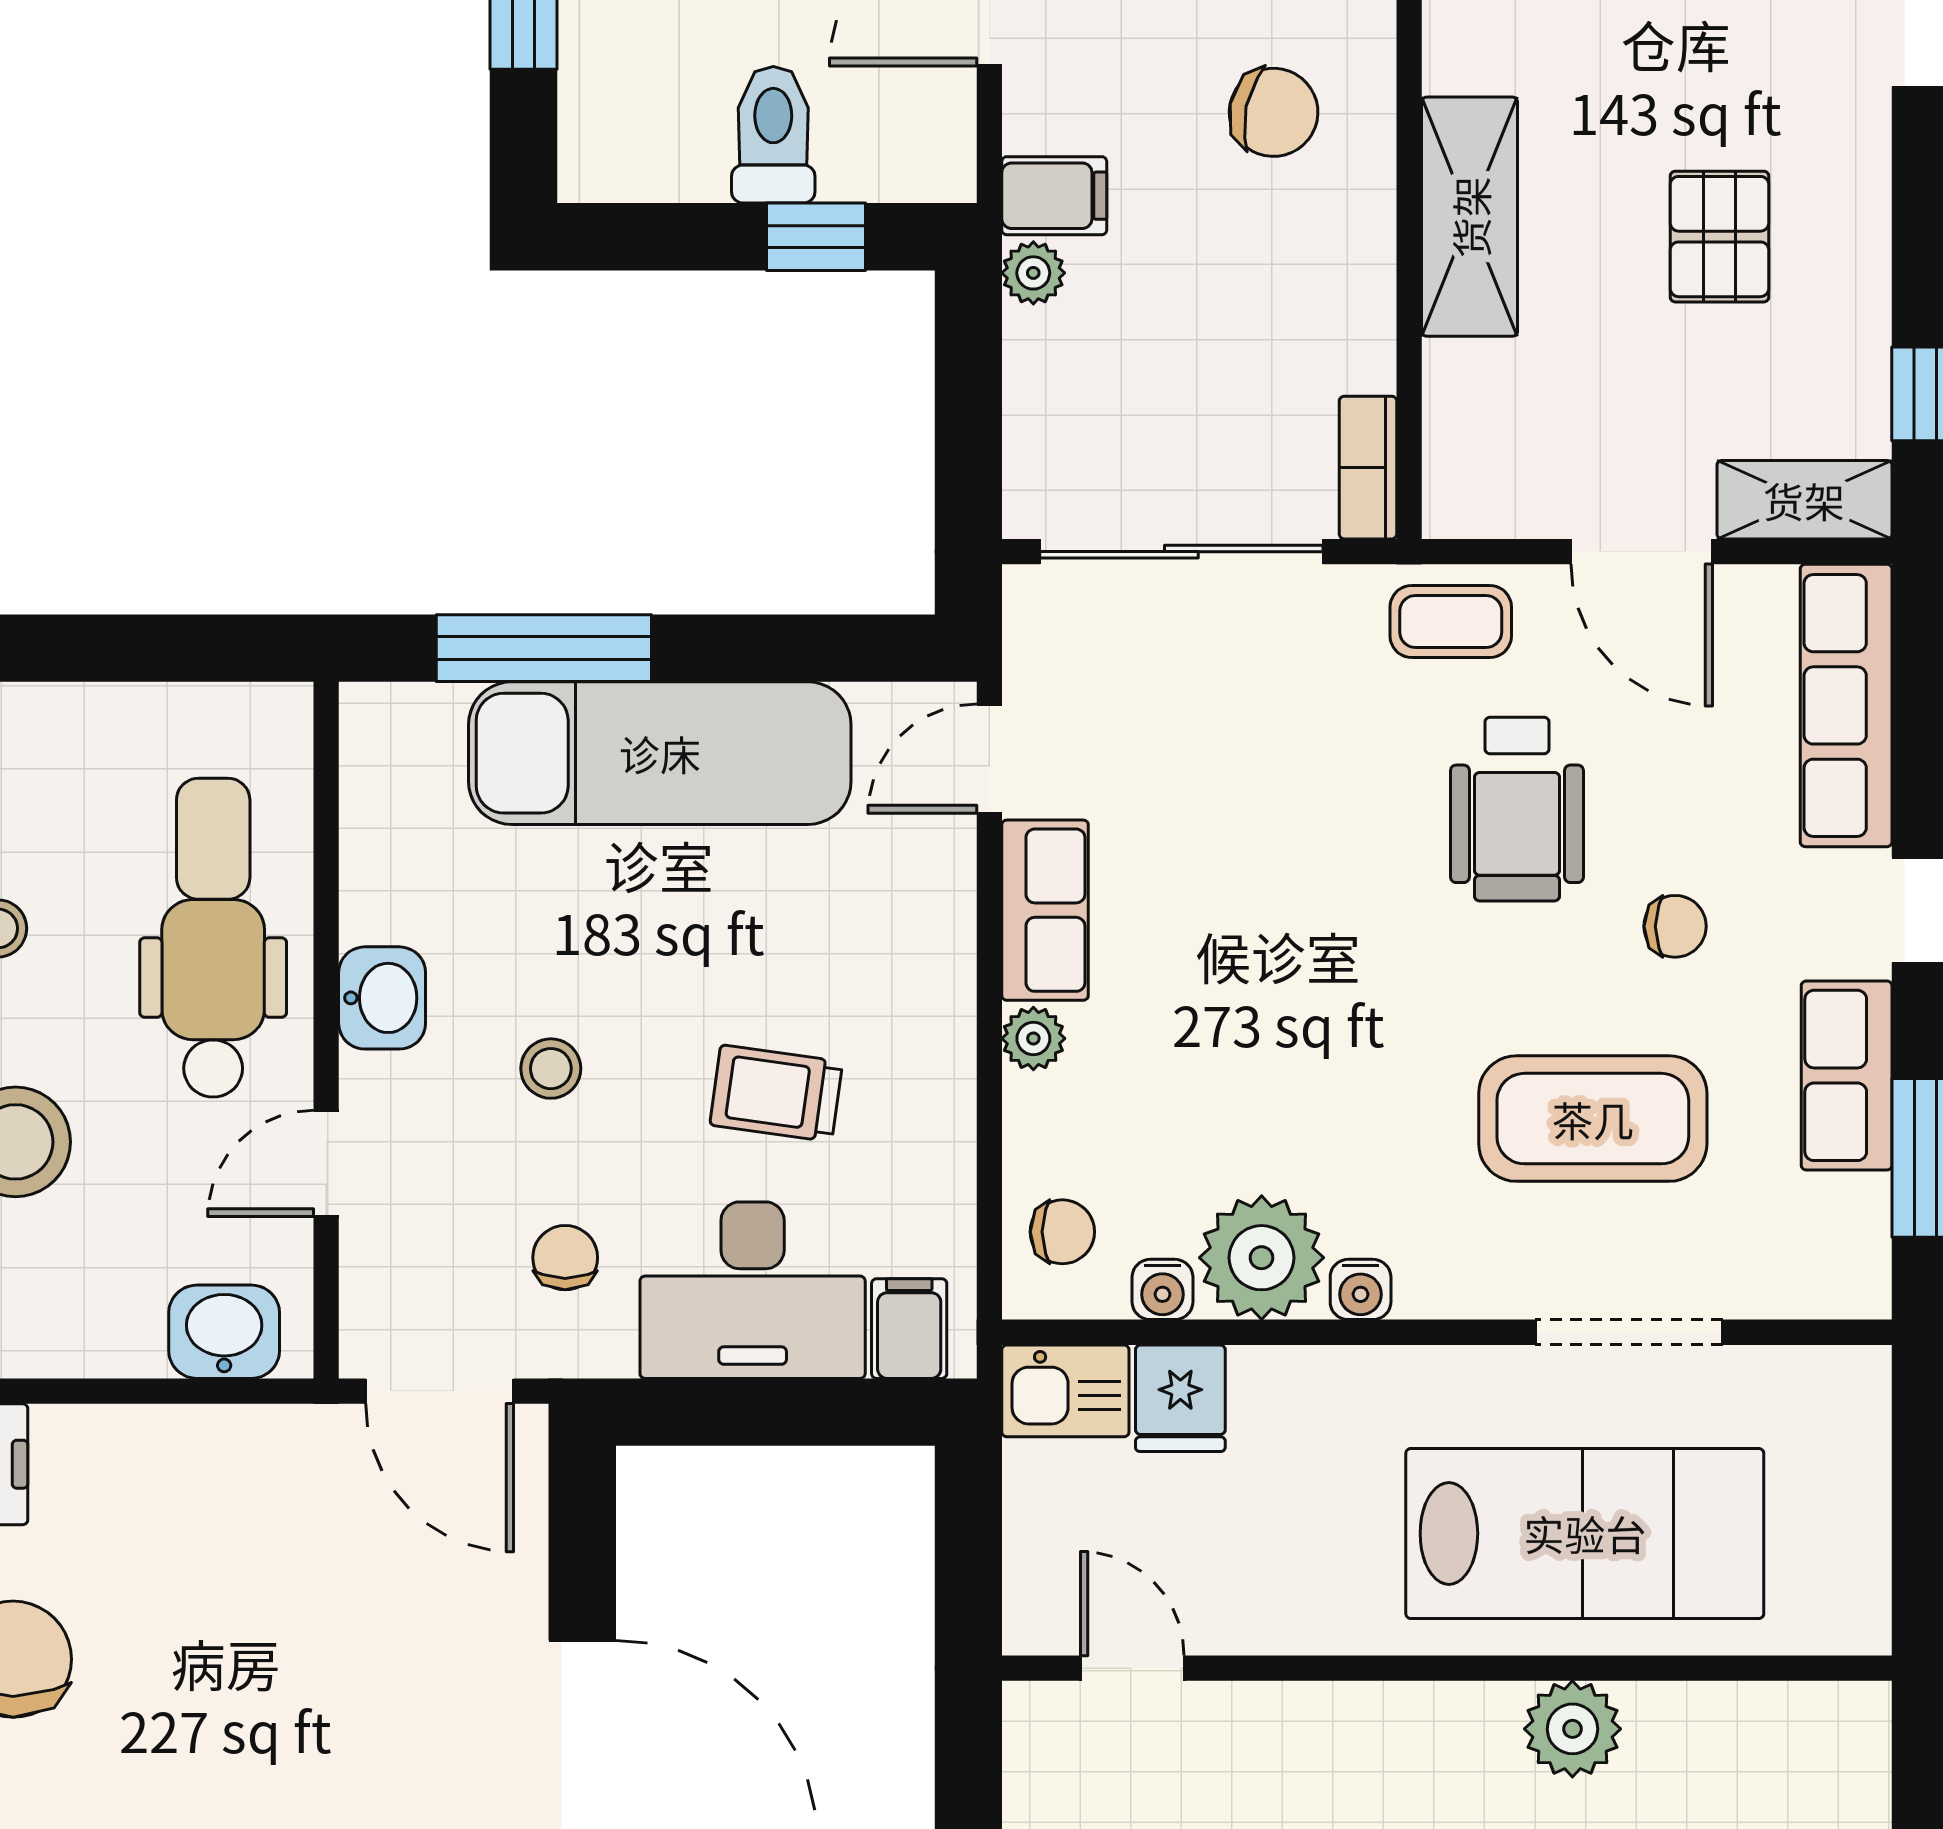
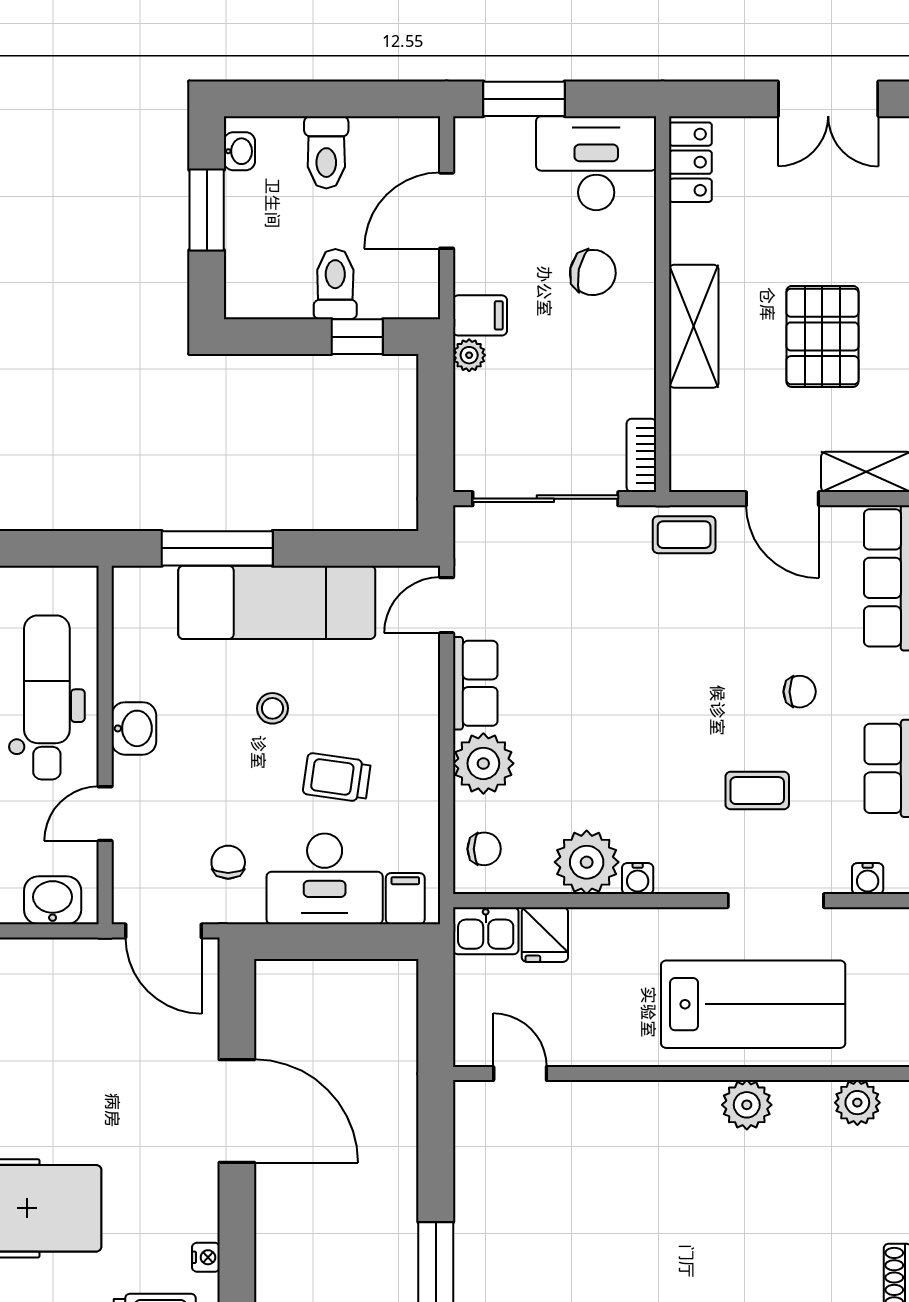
pallet: (1720, 237) -> (822, 336), width x1.50, depth x1.42
wheelchair: (1517, 809) -> (718, 631), removed
plant: (1033, 1038) -> (483, 763), width x1.88, depth x1.88
stool: (551, 1069) -> (272, 708), moved
coffee table: (1593, 1119) -> (757, 791), width x0.54, depth x0.58
water cooler: (1162, 1289) -> (868, 879), moved
plant: (1787, 1725) -> (857, 1103), added

